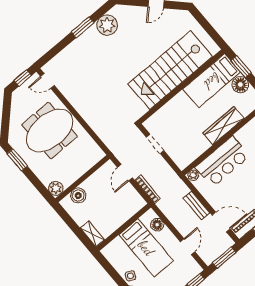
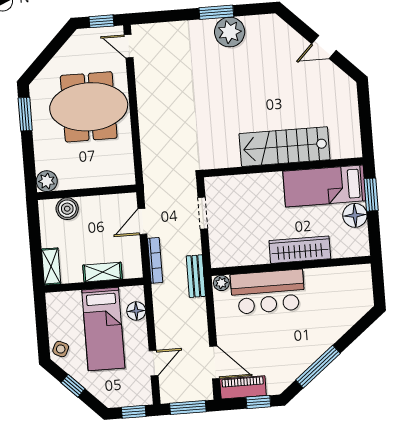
plant: (107, 25) -> (230, 32), moved
stairs: (170, 70) -> (284, 147), width x0.73, depth x0.66
bench: (197, 205) -> (196, 276), moved
shelving: (123, 217) -> (103, 272), added

